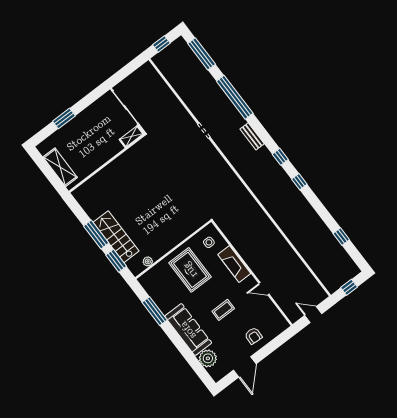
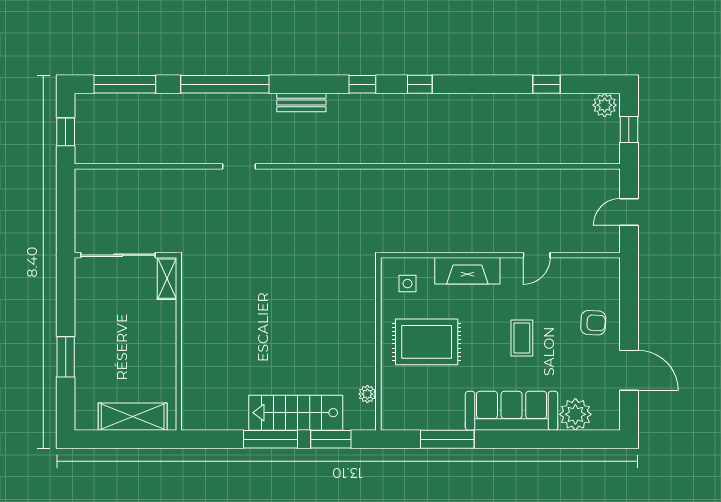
plant: (351, 269) -> (605, 105), added

